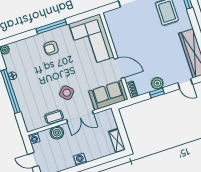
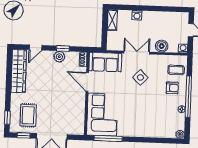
window: (51, 27) -> (108, 138), moved
armchair: (51, 48) -> (172, 88), moved
door: (185, 84) -> (35, 47), swing flipped
coffee table: (54, 117) -> (176, 70), moved
washing machine: (80, 159) -> (137, 15), moved

